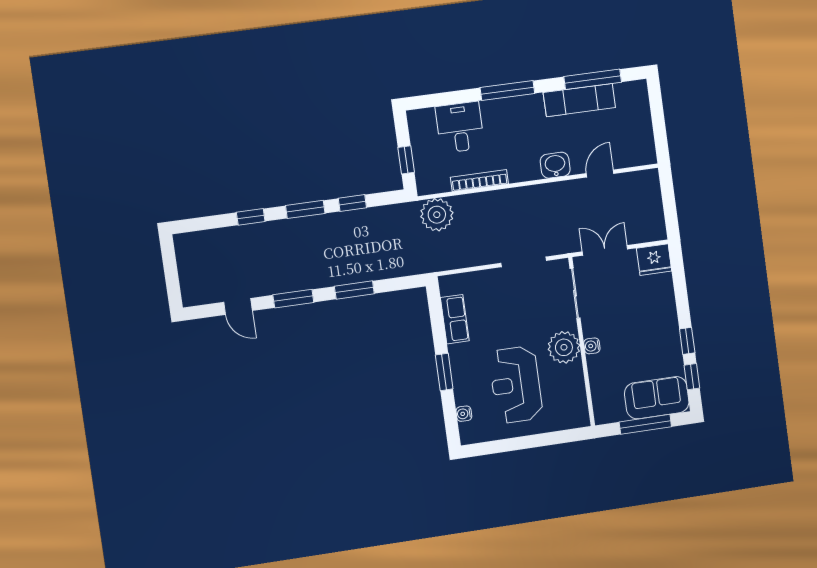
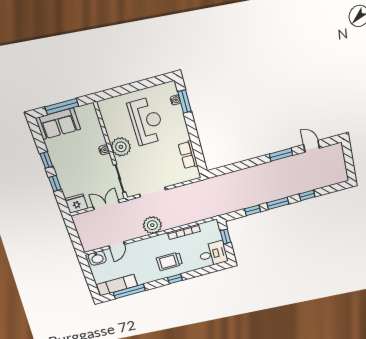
window: (507, 91) -> (175, 279), width x0.46
exam couch: (579, 100) -> (117, 285), moved
desk: (460, 127) -> (213, 254), moved, turned -90
trolley: (513, 127) -> (169, 261), added
washbasin: (555, 165) -> (97, 258), moved
plant: (437, 215) -> (152, 225), moved
double door: (605, 250) -> (106, 205), swing flipped
window: (354, 290) -> (247, 164), removed
window: (444, 372) -> (184, 101), moved
window: (692, 377) -> (55, 183), moved

